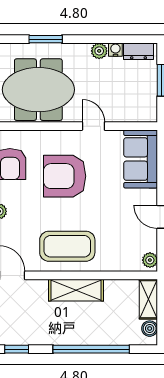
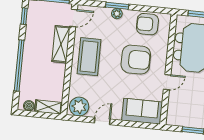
armchair: (65, 176) -> (136, 60), turned 90
plant: (150, 260) -> (79, 107), width x1.87, depth x1.87
shelving: (76, 290) -> (61, 44), moved

